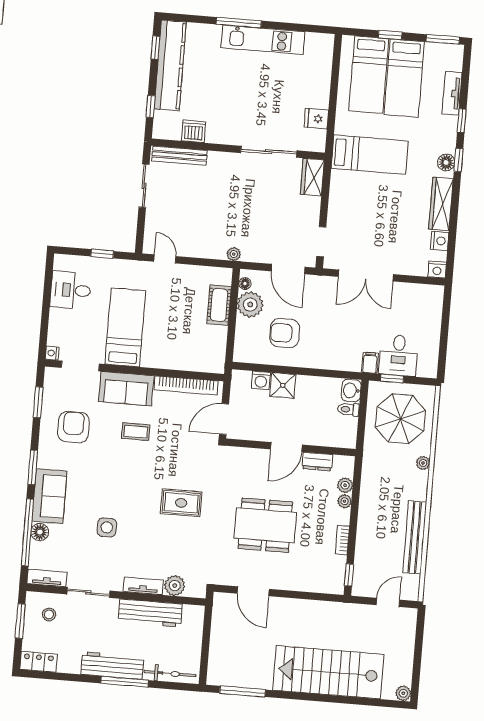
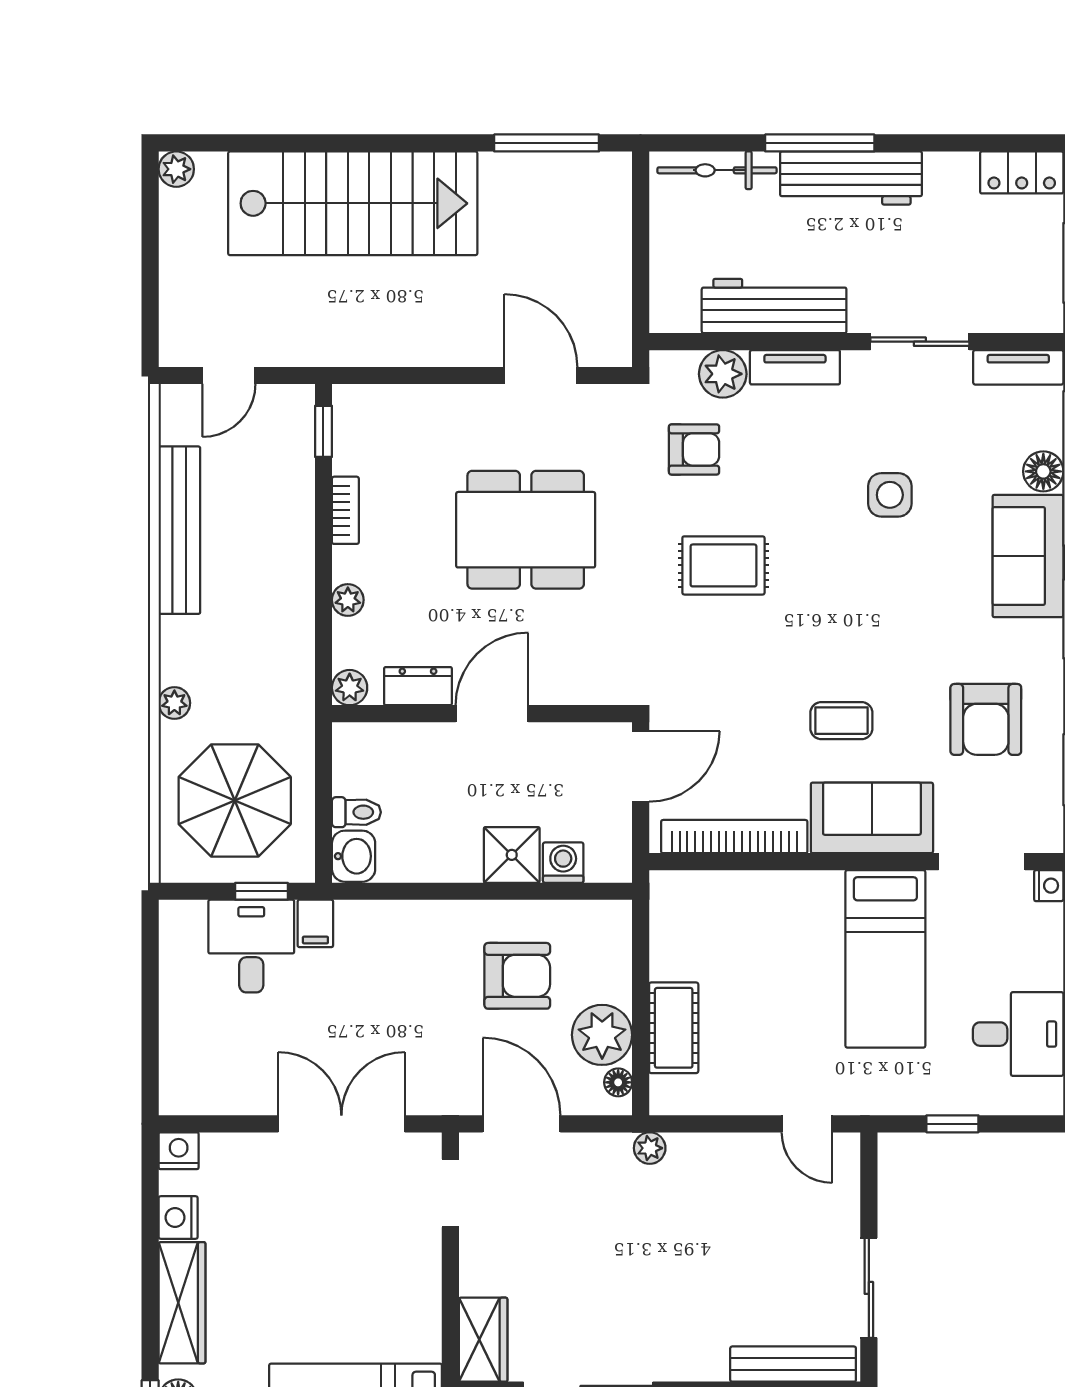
plant: (345, 485) -> (350, 688), moved
armchair: (190, 554) -> (694, 449), added
stool: (49, 614) -> (1007, 284), removed

